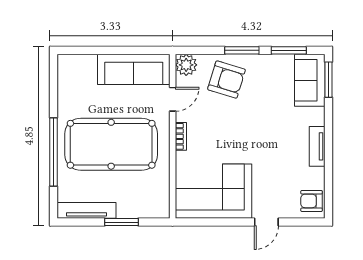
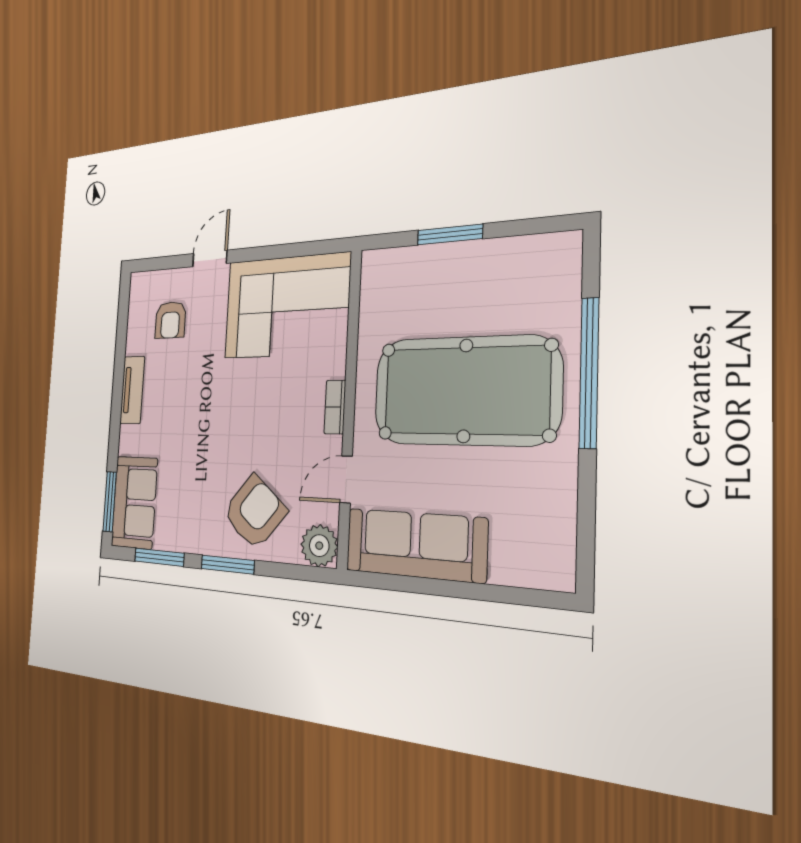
armchair: (226, 80) -> (254, 512), turned 113
armchair: (312, 201) -> (170, 320), moved, turned 90
tv unit: (87, 210) -> (519, 251), removed

